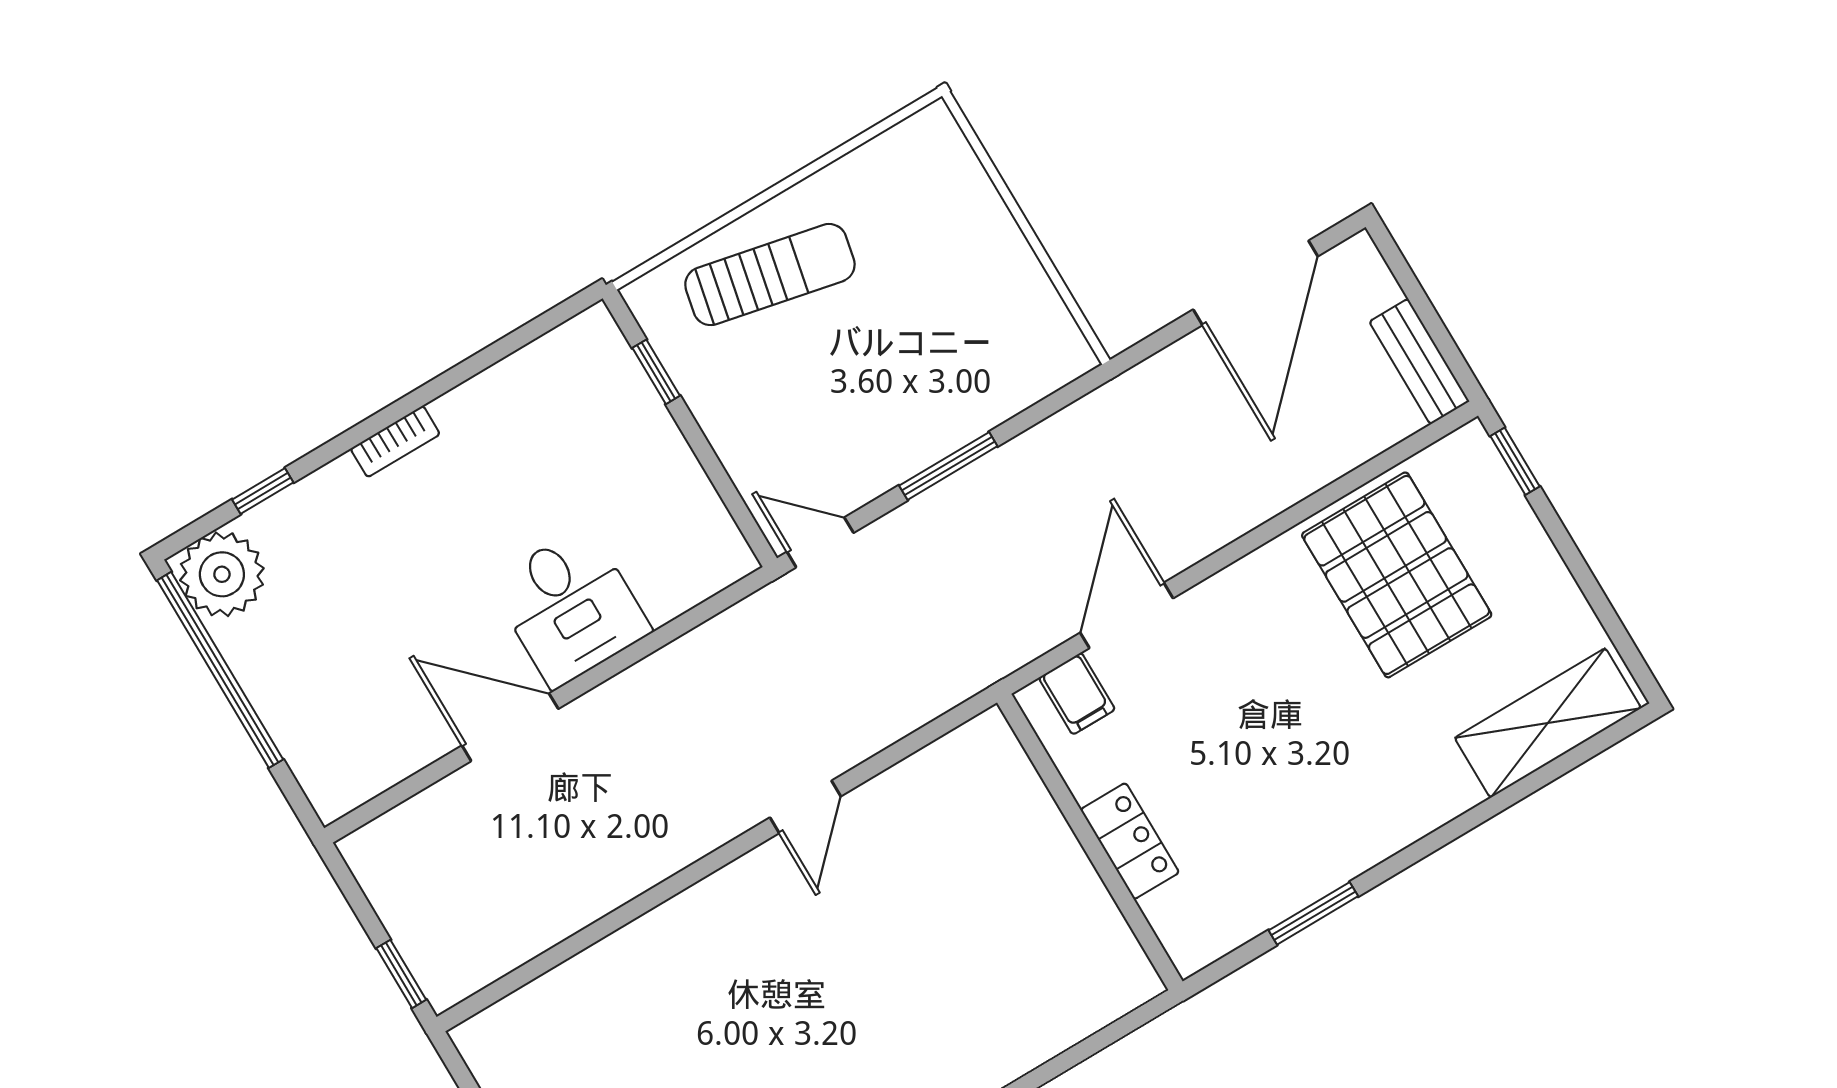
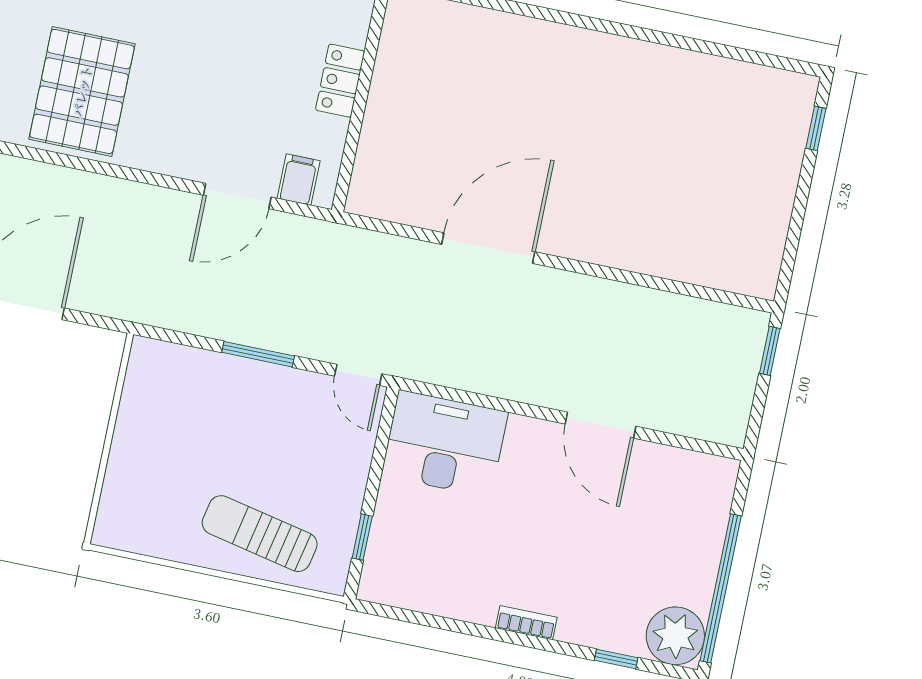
desk: (570, 607) -> (445, 444), moved, width x1.37
door: (805, 807) -> (488, 248), width x1.87

